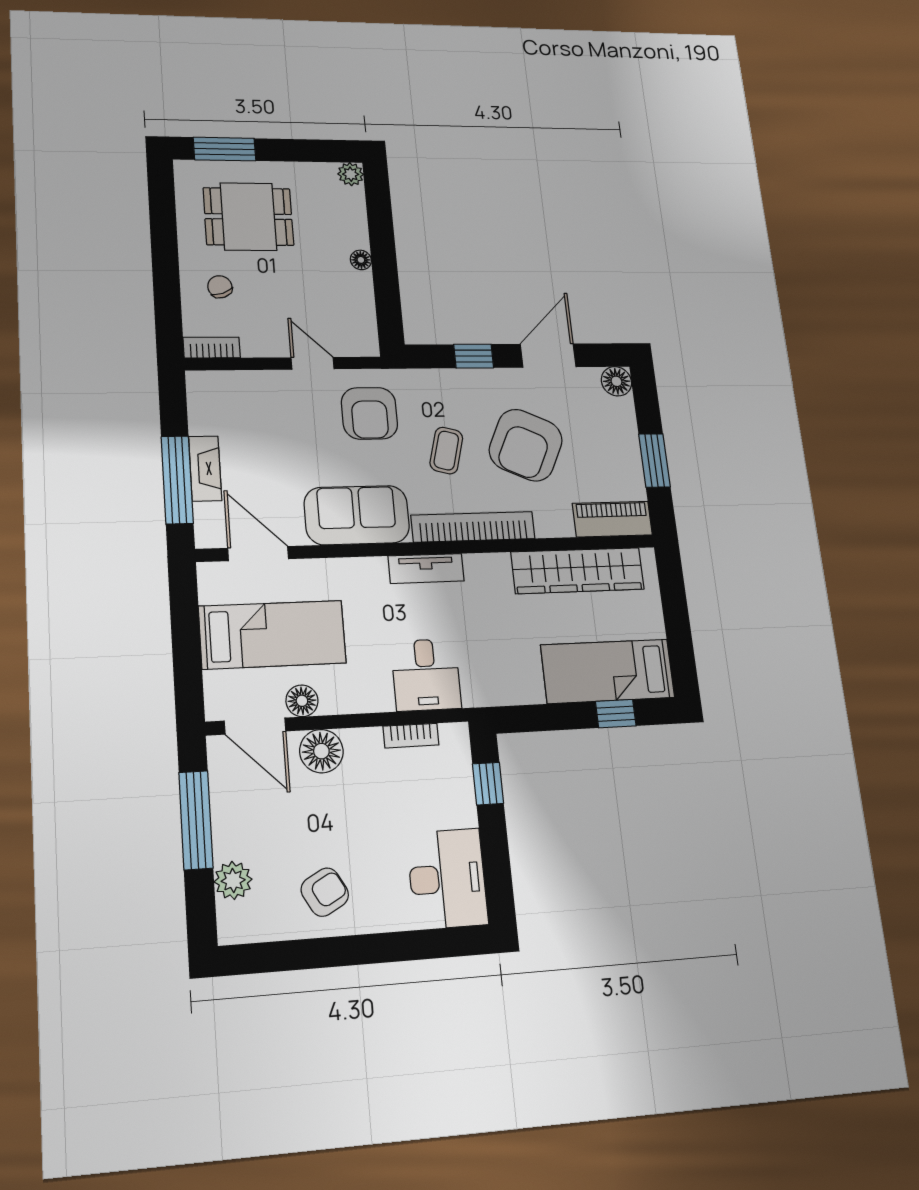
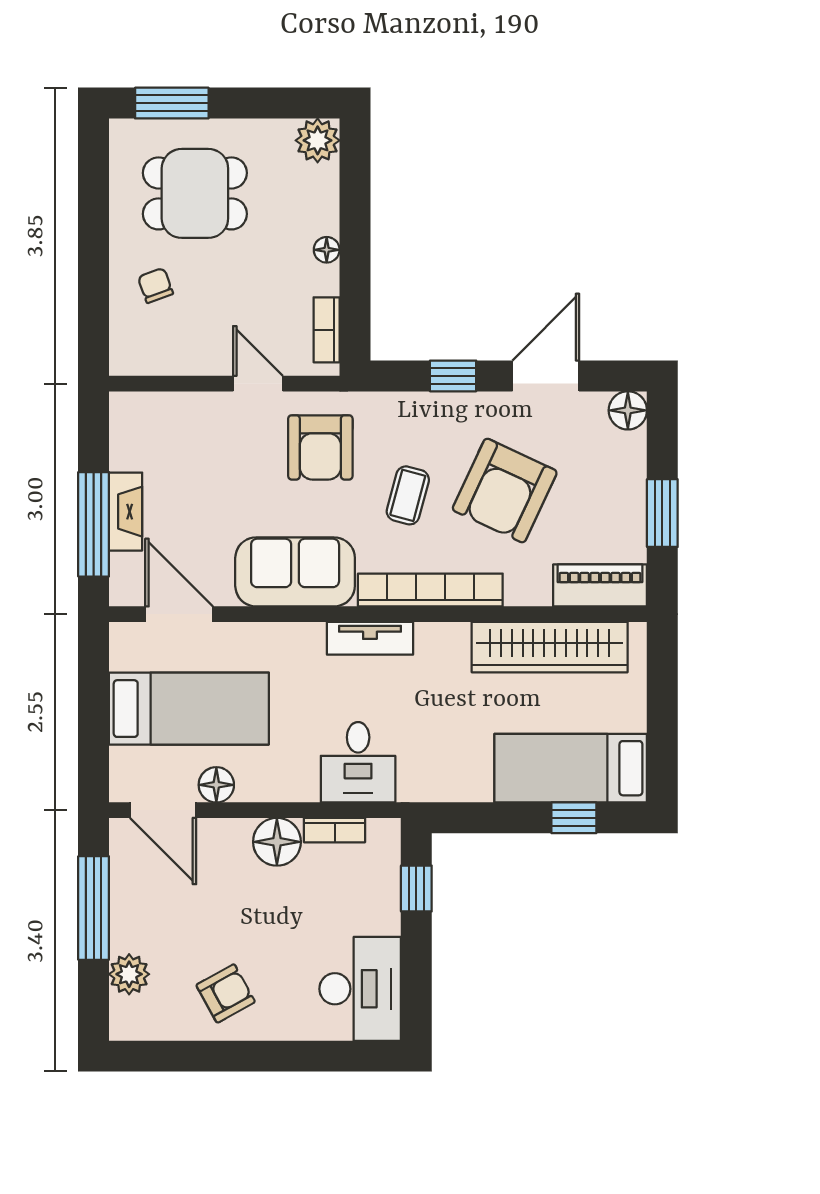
plant: (351, 174) -> (318, 140), width x1.38, depth x1.38
bookcase: (212, 348) -> (327, 330), moved, turned -90
floor lamp: (321, 751) -> (277, 842), moved

